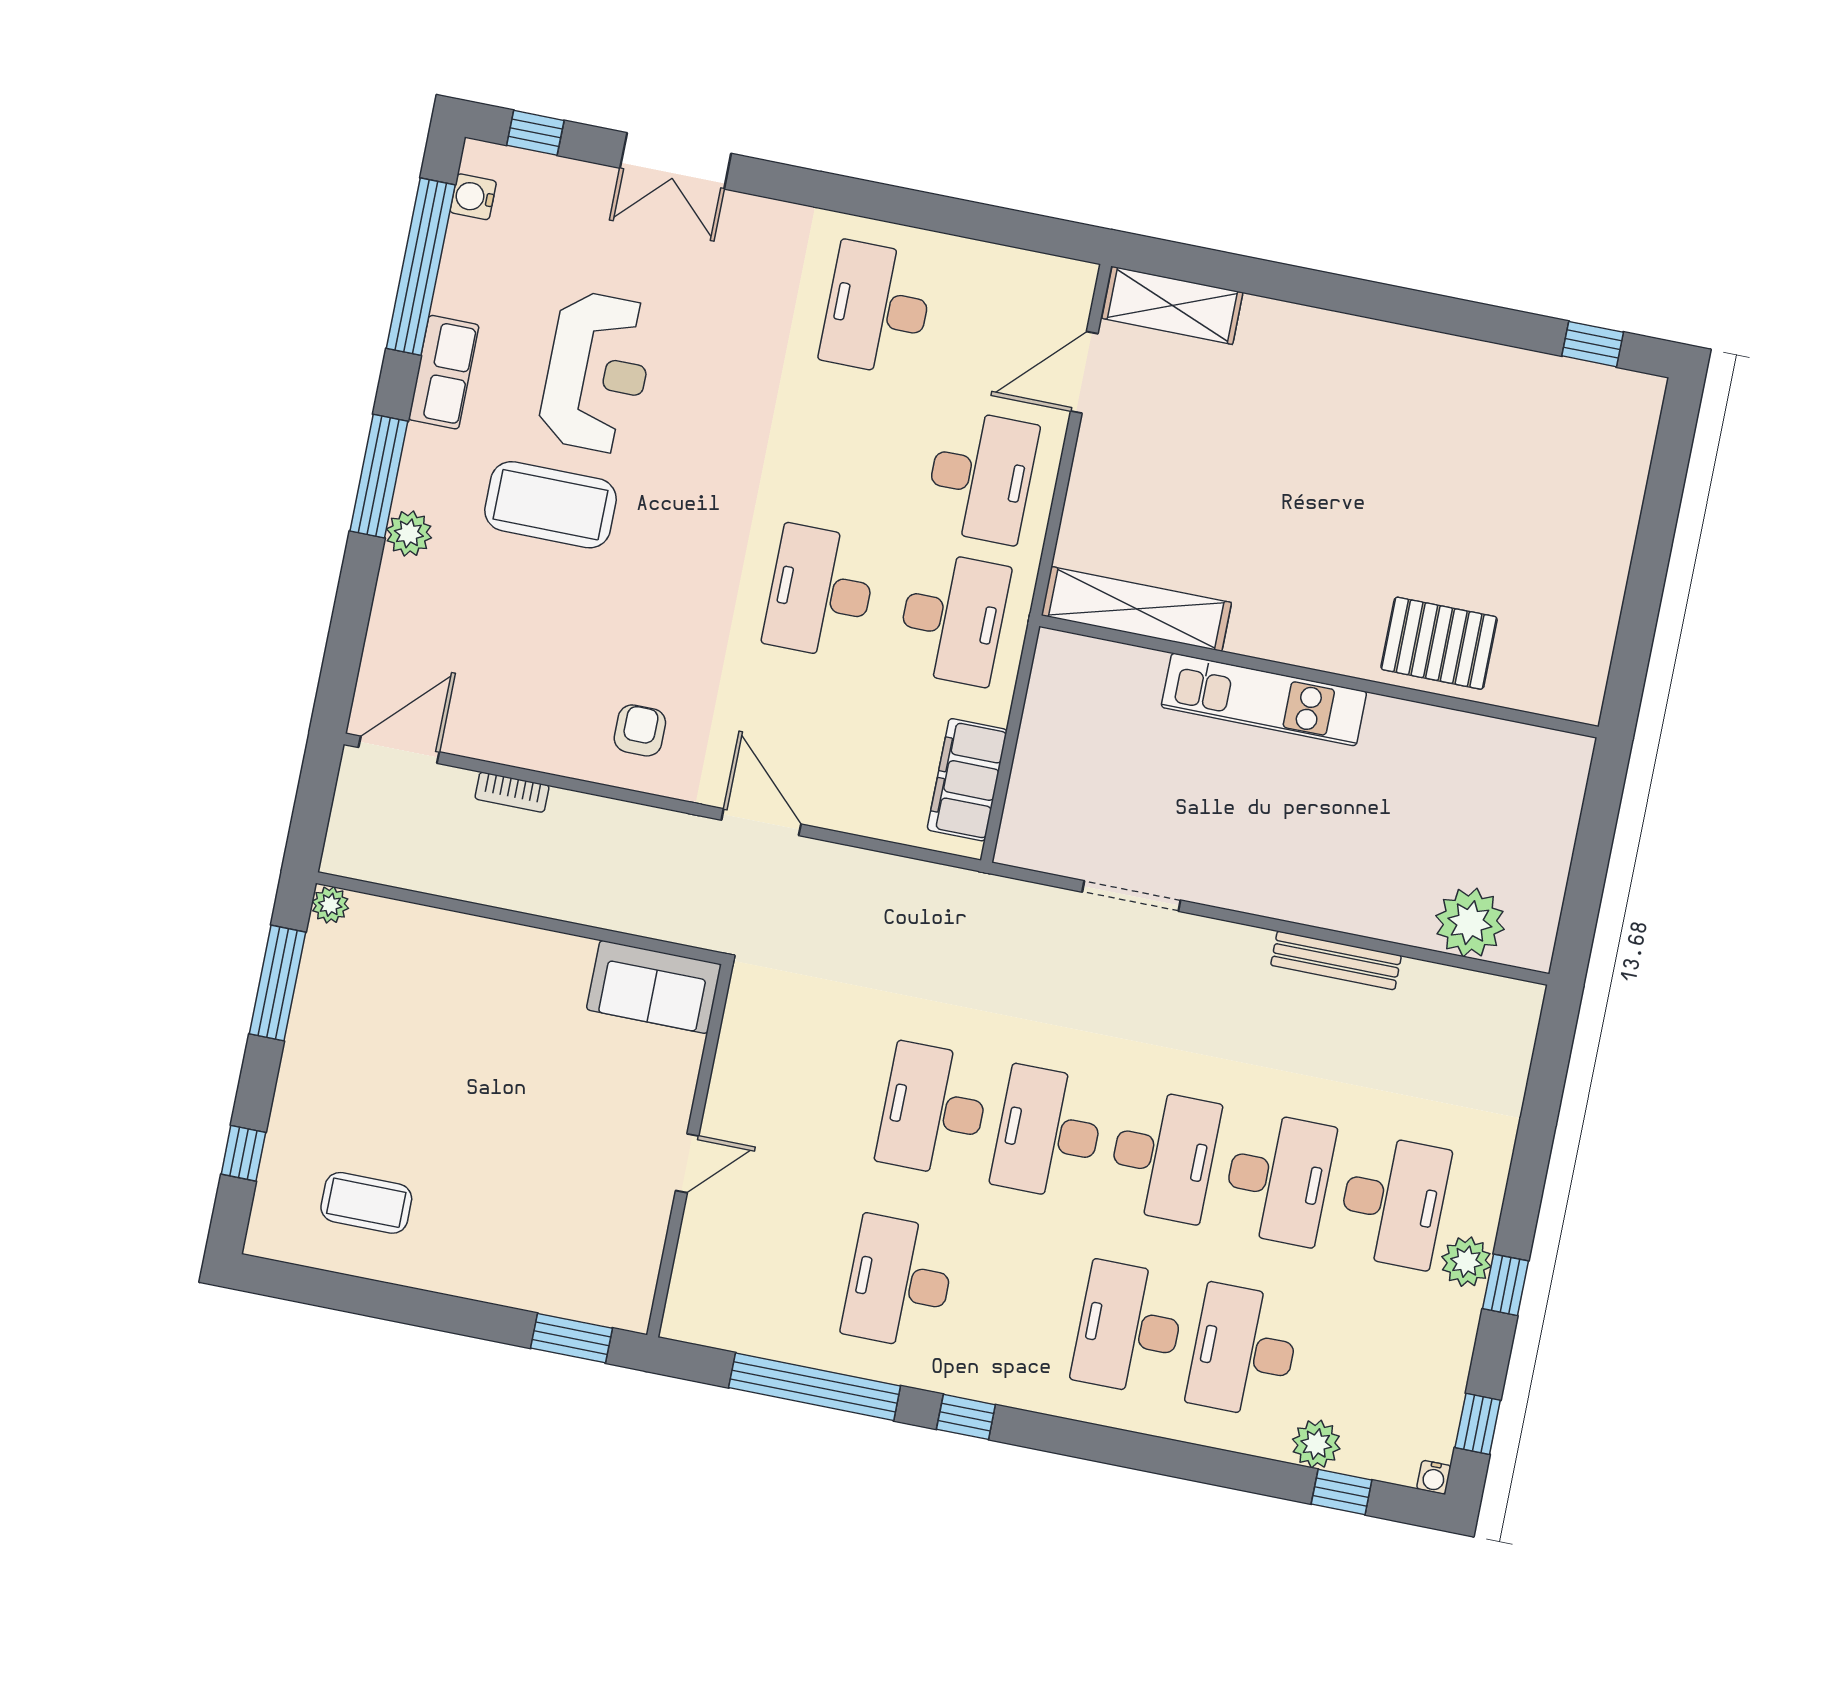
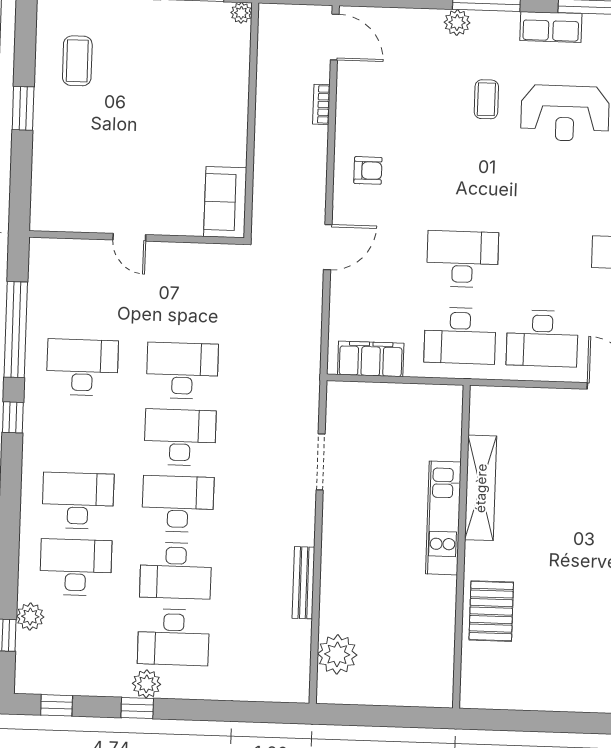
coffee table: (551, 505) -> (486, 99), width x0.54, depth x0.58
shelving: (1136, 609) -> (481, 488), moved
desk: (1163, 1156) -> (178, 504), turned 180
window: (571, 1338) -> (23, 108), moved
water cooler: (1434, 1477) -> (22, 686), removed

